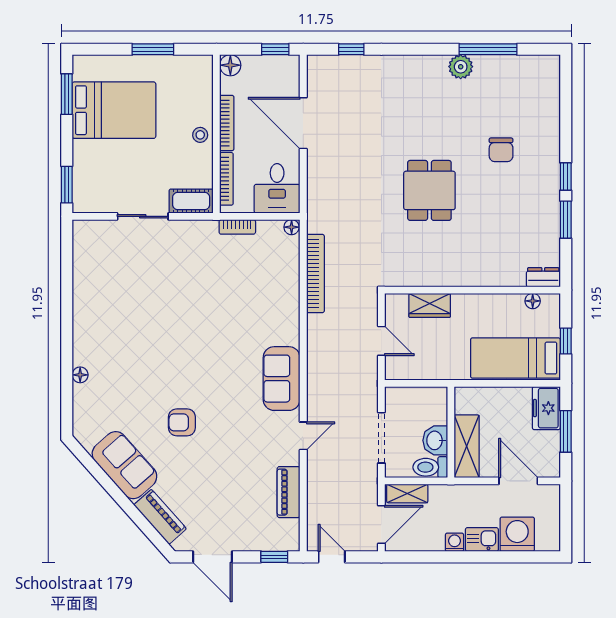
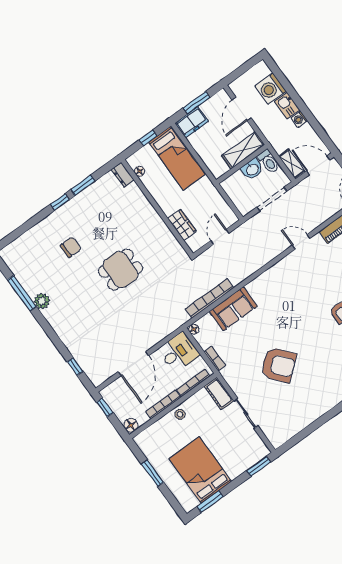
armchair: (173, 299) -> (278, 365), added
sofa: (282, 379) -> (233, 309), moved

